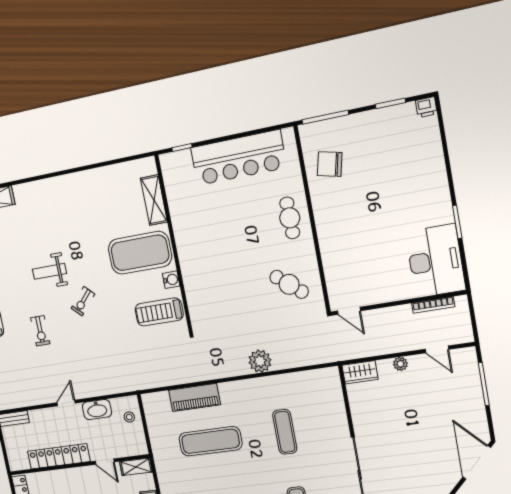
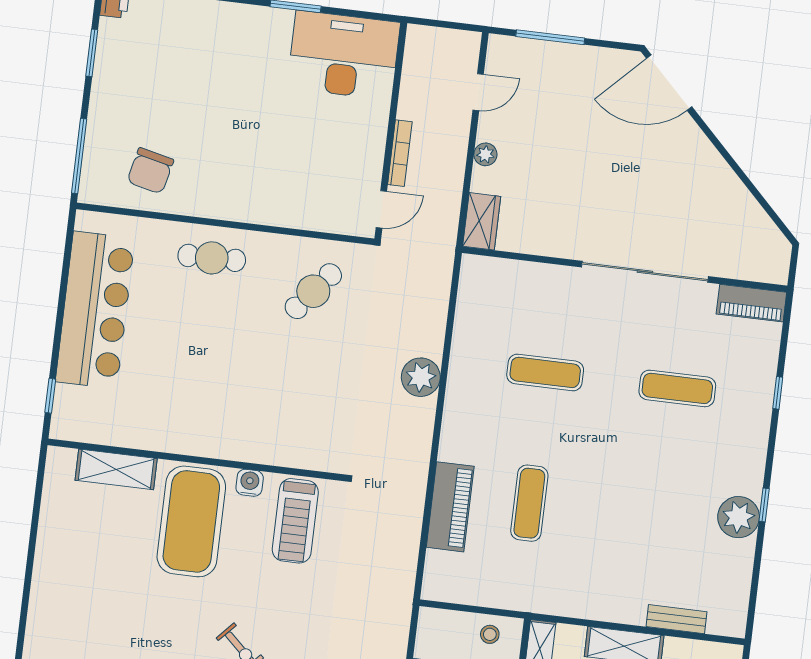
bookcase: (433, 305) -> (400, 153), moved
stool: (129, 417) -> (490, 634), moved
exercise mat: (210, 441) -> (529, 503), width x0.73, depth x0.69

